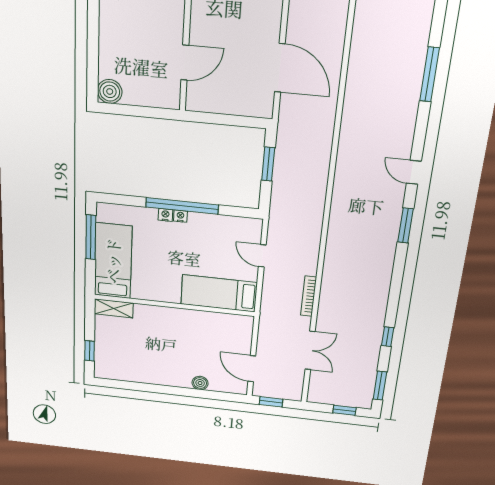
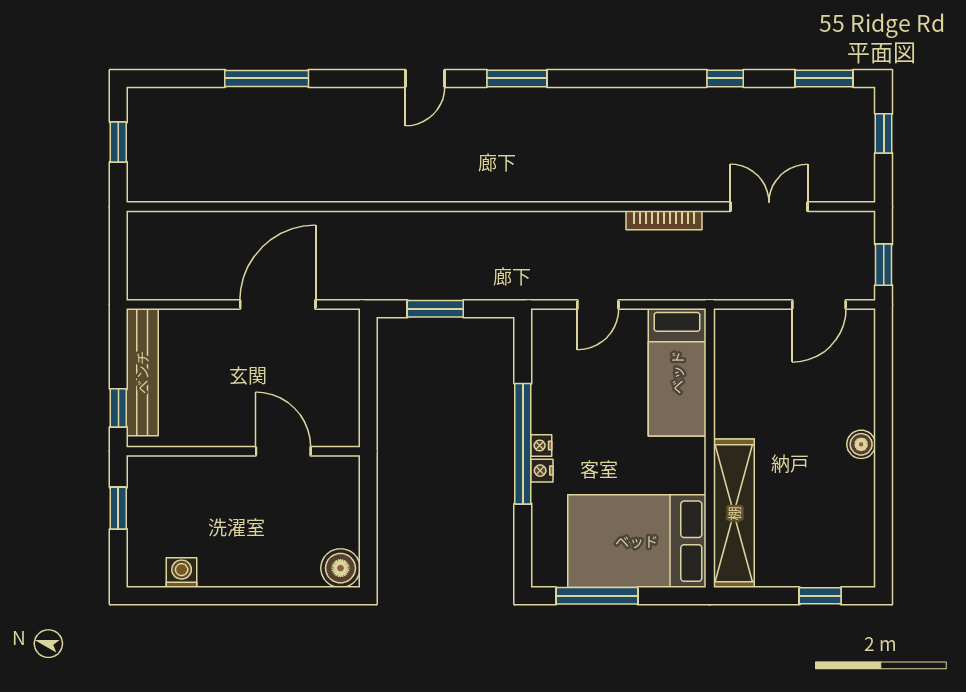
bed: (113, 261) -> (637, 541), width x1.50
shelving: (114, 308) -> (734, 513), width x2.20, depth x1.33
boiler: (200, 383) -> (861, 444), moved

